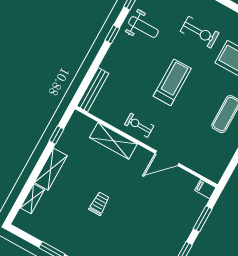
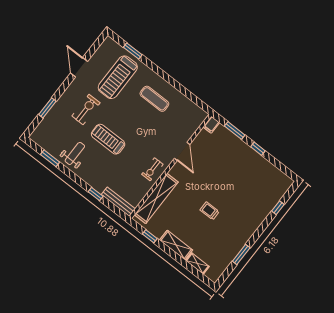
window: (112, 34) -> (96, 194), moved
treadmill: (172, 82) -> (108, 139), moved
shelving: (113, 141) -> (156, 198), width x1.47

